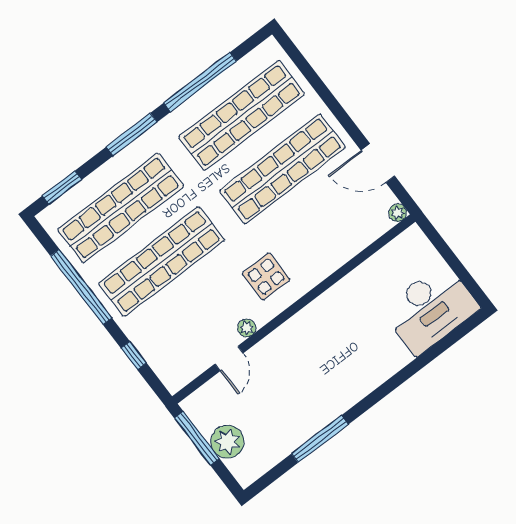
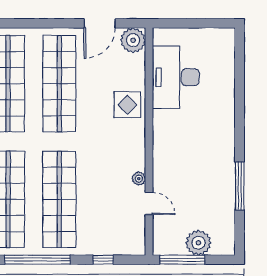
plant: (398, 213) -> (133, 40), width x1.88, depth x1.88
display table: (266, 277) -> (127, 105), moved
desk: (430, 309) -> (176, 77), moved, turned 180

